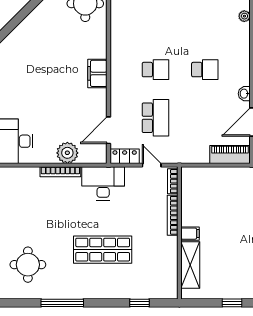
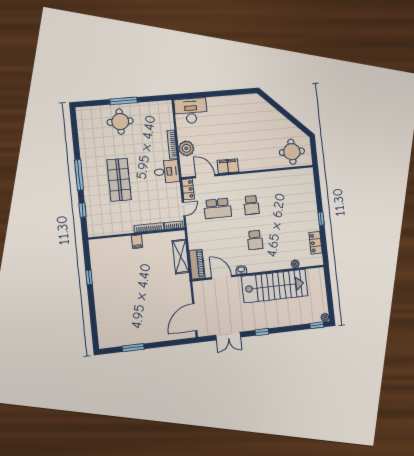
filing cabinet: (97, 73) -> (228, 166), moved
desk: (103, 183) -> (167, 172), width x0.73
round table: (28, 265) -> (120, 122), moved
shelving: (190, 265) -> (181, 257), moved, turned 90
window: (62, 303) -> (79, 175), moved

